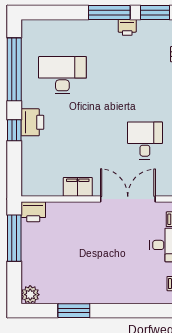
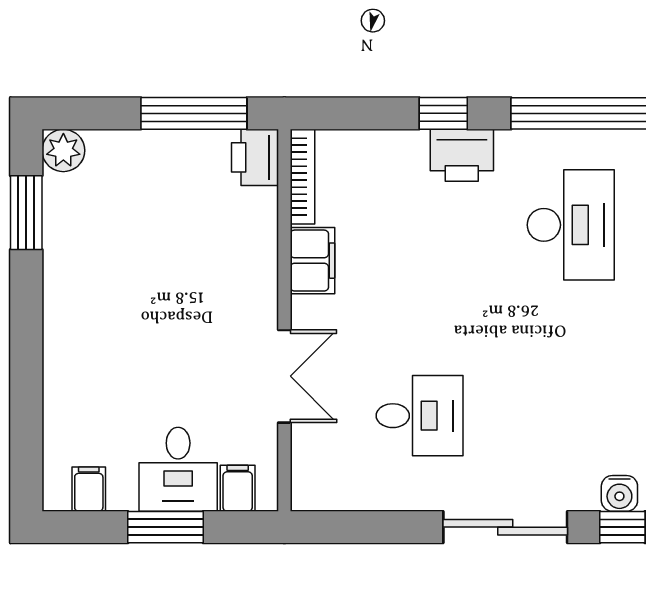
bookcase: (42, 191) -> (302, 177), added
double door: (128, 199) -> (284, 376), width x0.73
window: (74, 311) -> (26, 213), moved

